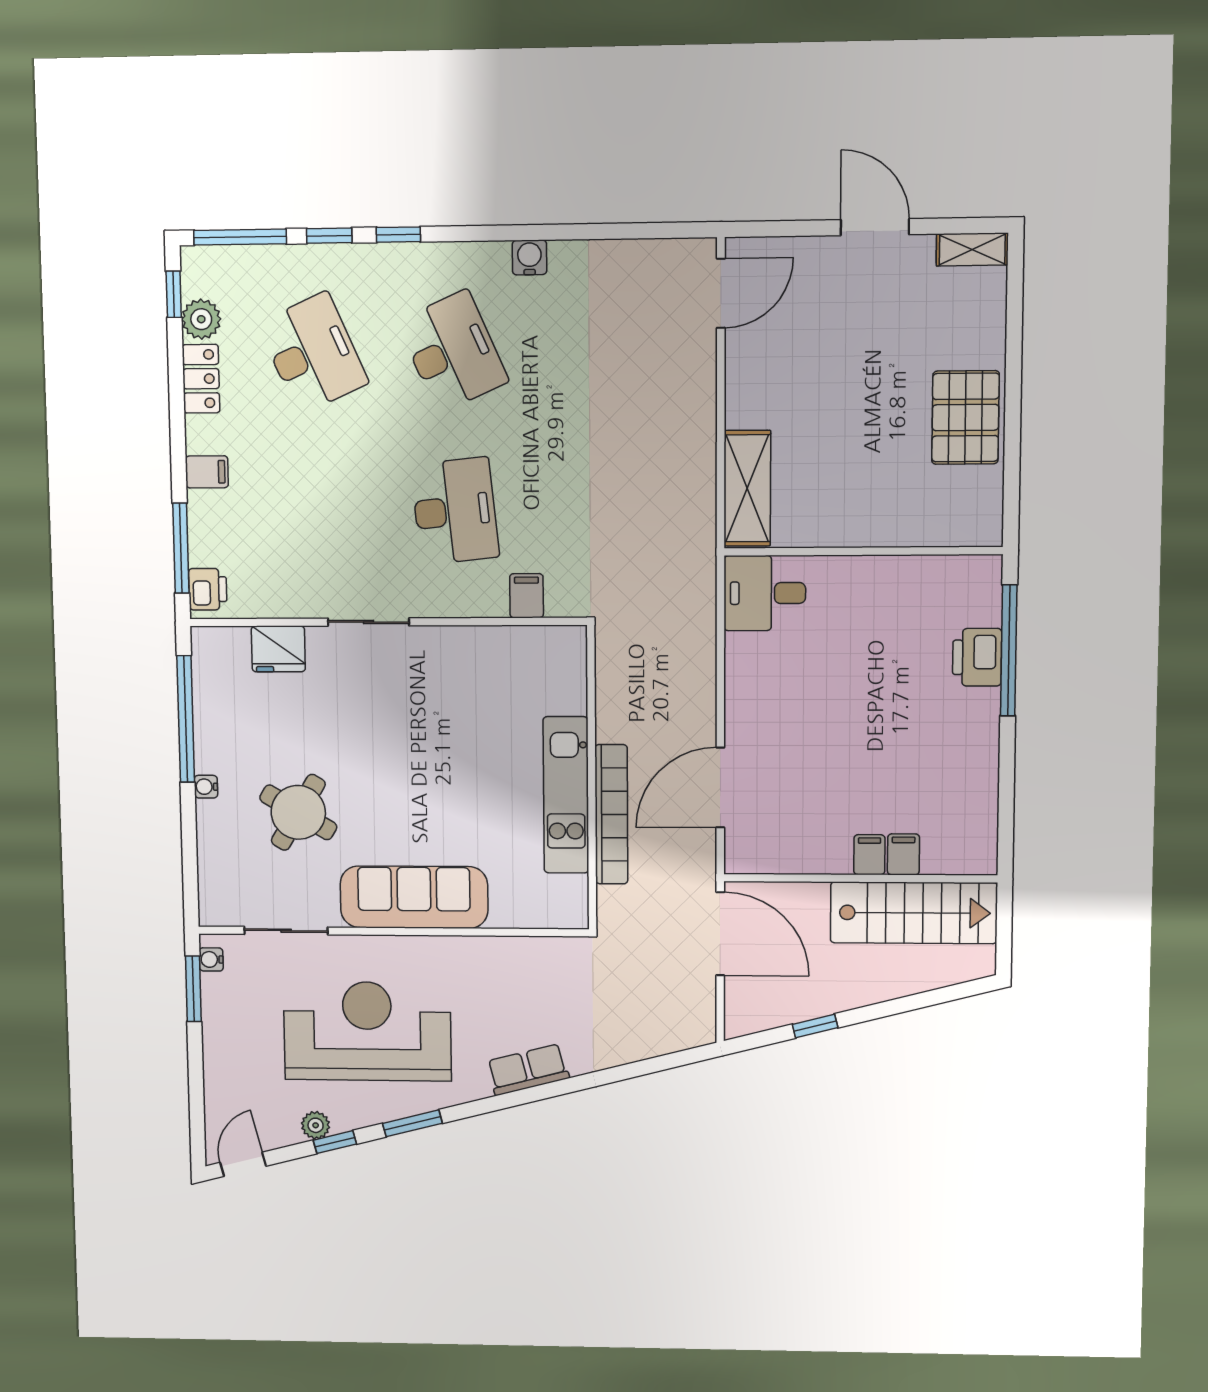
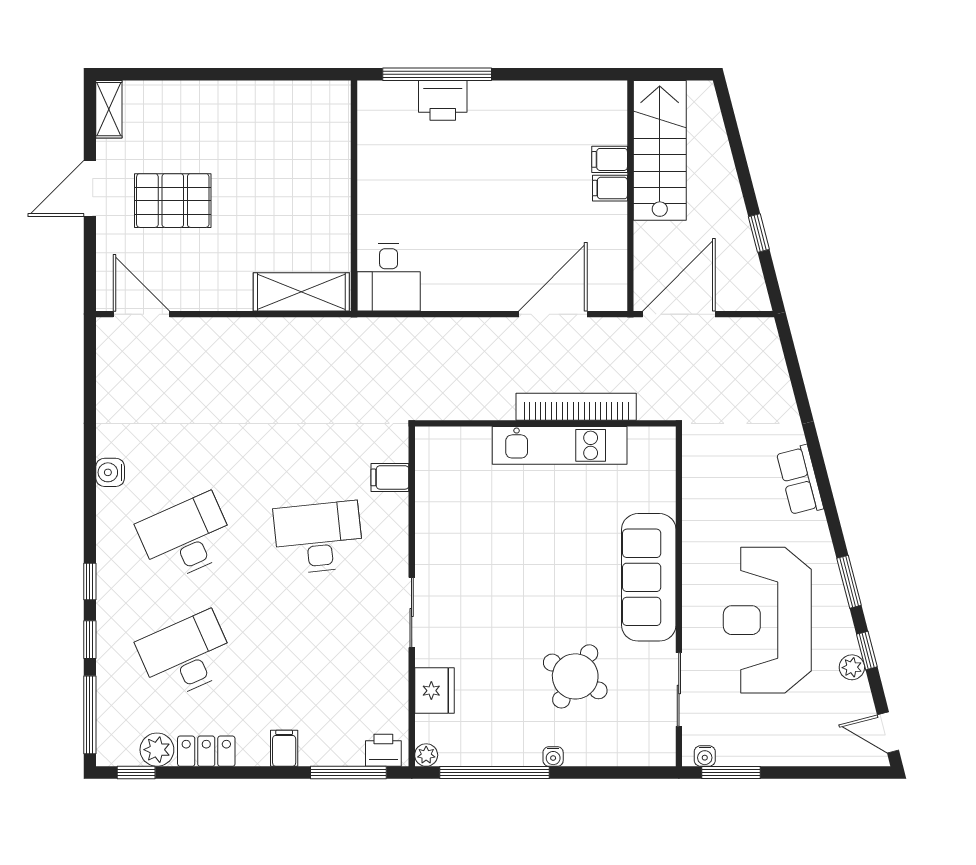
pallet: (965, 417) -> (173, 201), moved
plant: (204, 639) -> (426, 755), added
door: (720, 788) -> (553, 314), swing flipped

